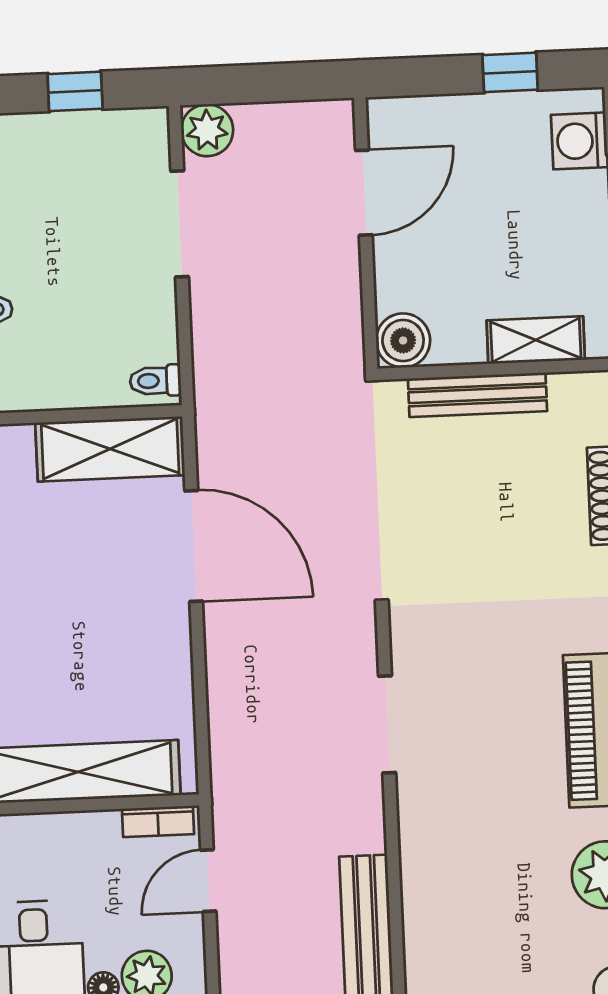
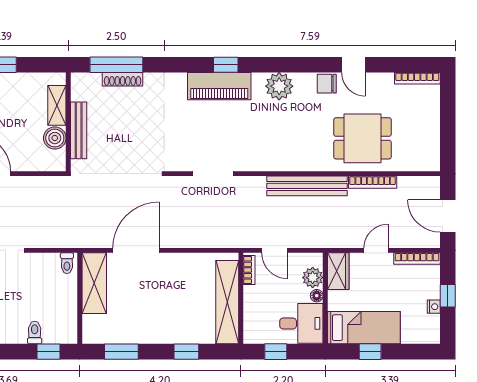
boiler: (403, 341) -> (55, 138), moved

